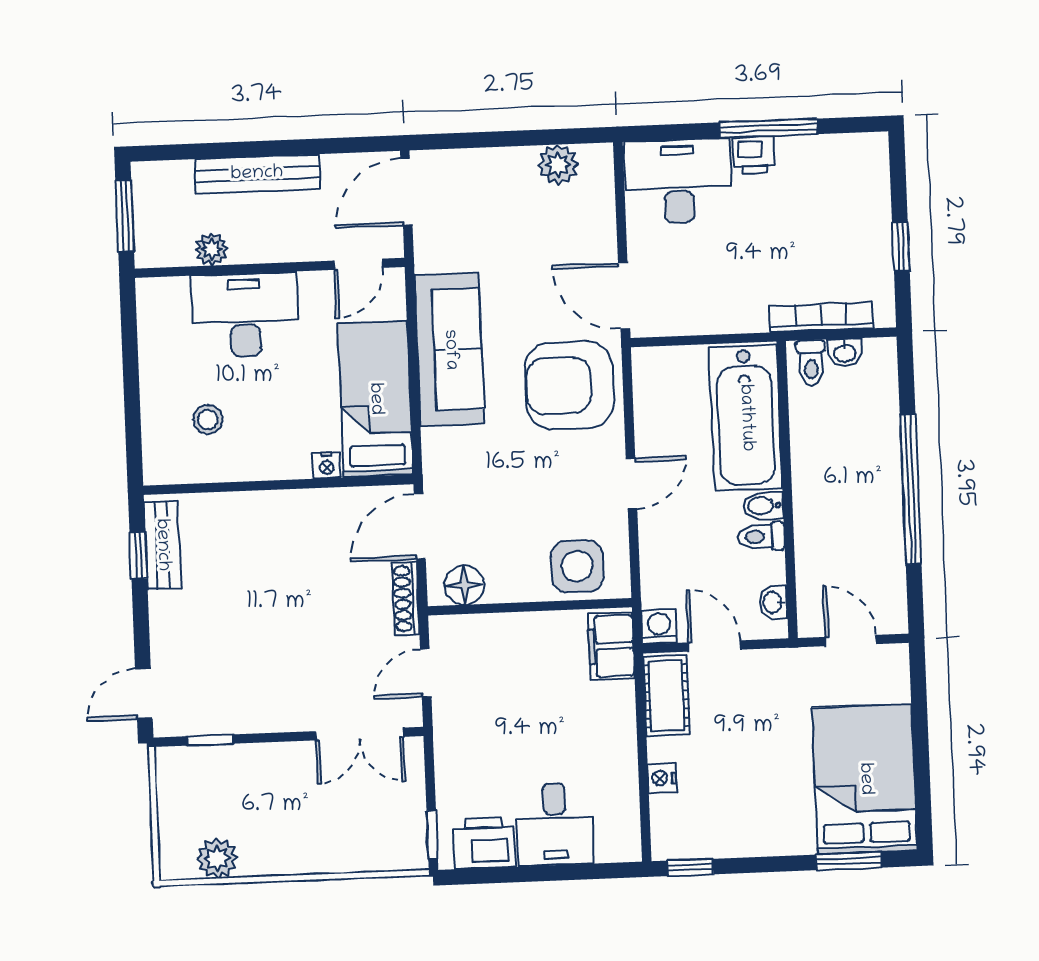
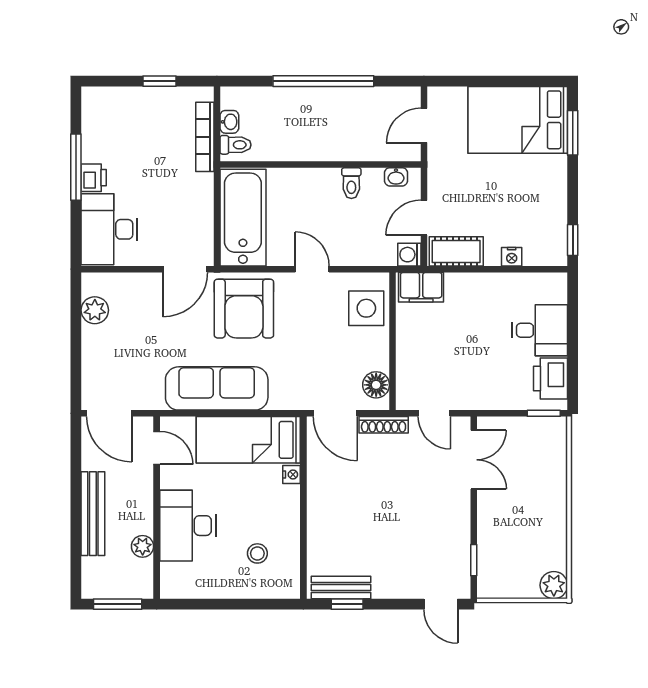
bathtub: (746, 418) -> (243, 218), moved, turned -90
bidet: (763, 506) -> (331, 181), removed
plant: (217, 858) -> (554, 585), moved

